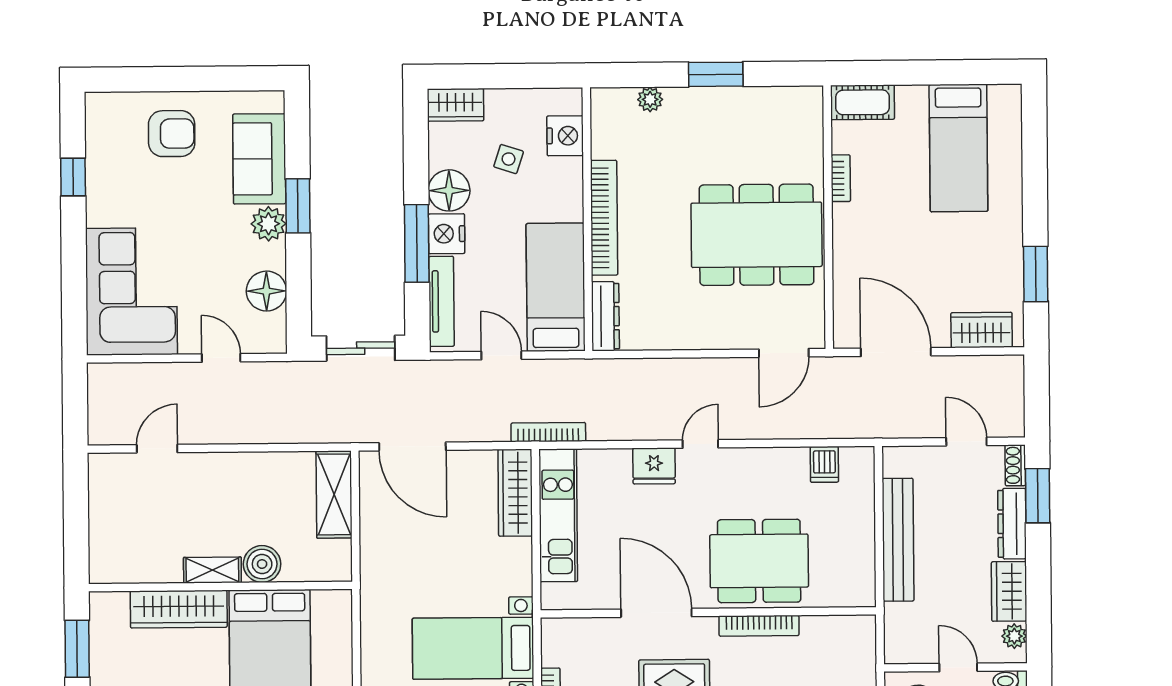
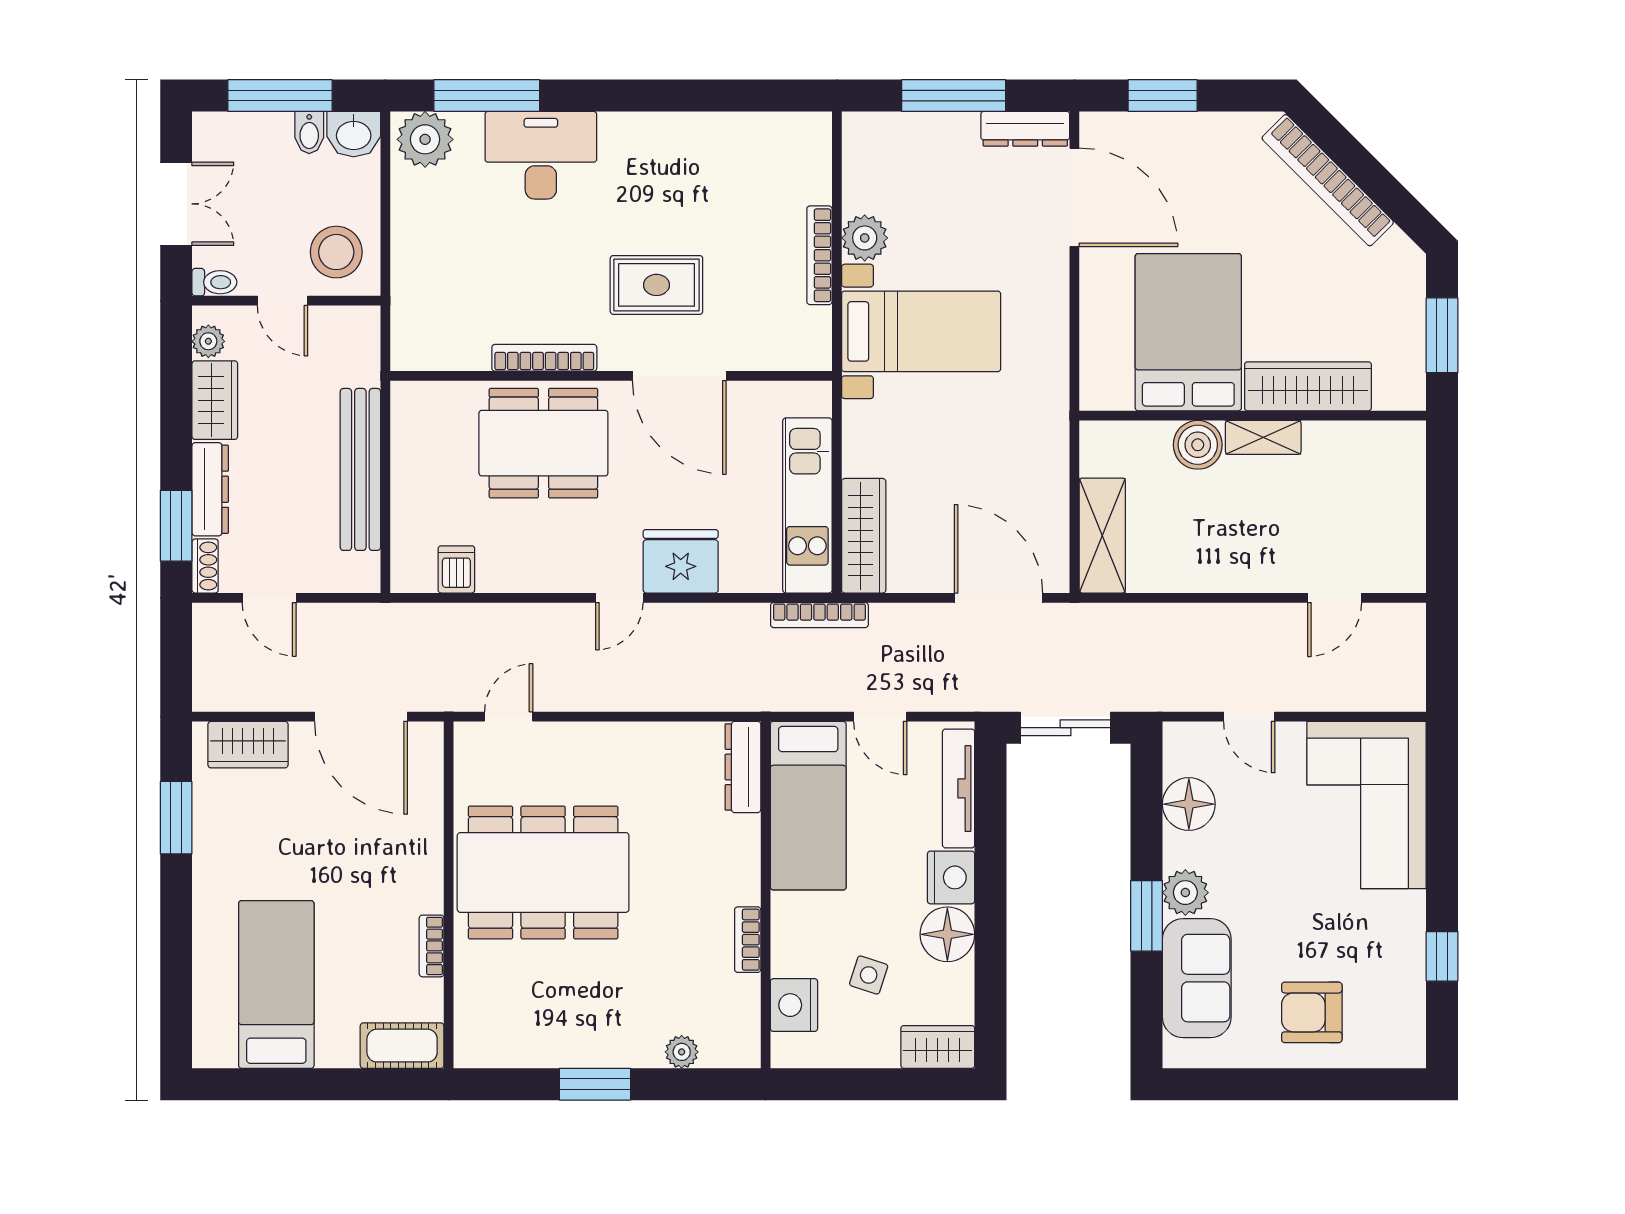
bookcase: (604, 218) -> (748, 940), width x0.43, depth x0.76
window: (417, 243) -> (991, 865), removed
door: (784, 353) -> (509, 717), width x0.73
fridge: (654, 466) -> (681, 561), width x1.36, depth x1.34

